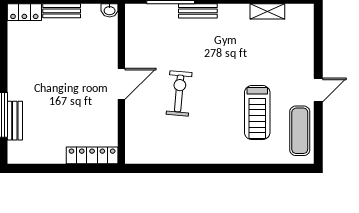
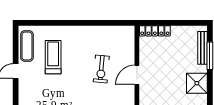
shower: (24, 70) -> (197, 83), added
bench: (15, 121) -> (202, 48), width x1.36

